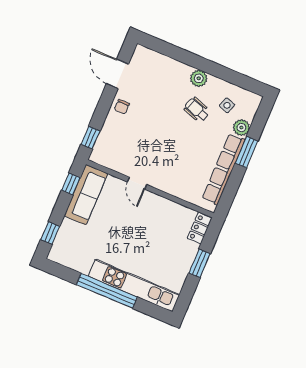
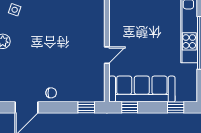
wheelchair: (197, 110) -> (28, 32), removed
sofa: (86, 195) -> (142, 89), width x1.36, depth x1.27

